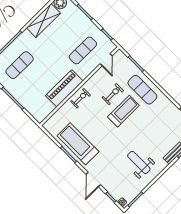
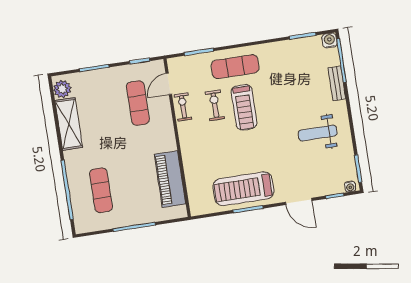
door: (106, 60) -> (169, 84), swing flipped
piano: (64, 88) -> (170, 179), moved
exercise bike: (81, 98) -> (183, 107), moved
treadmill: (123, 111) -> (244, 107), turned 180

